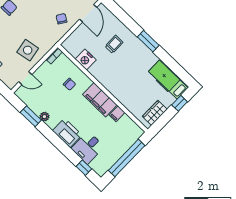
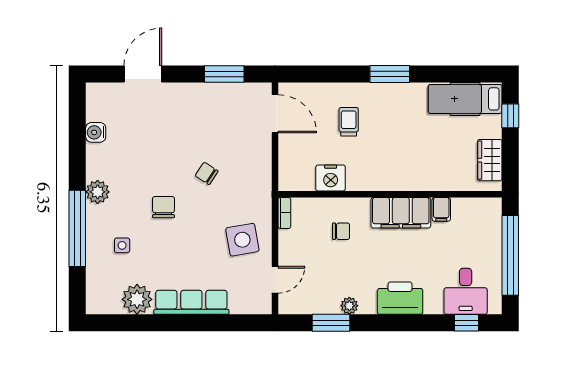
chair: (62, 19) -> (207, 173), moved
desk: (88, 148) -> (466, 291), moved

